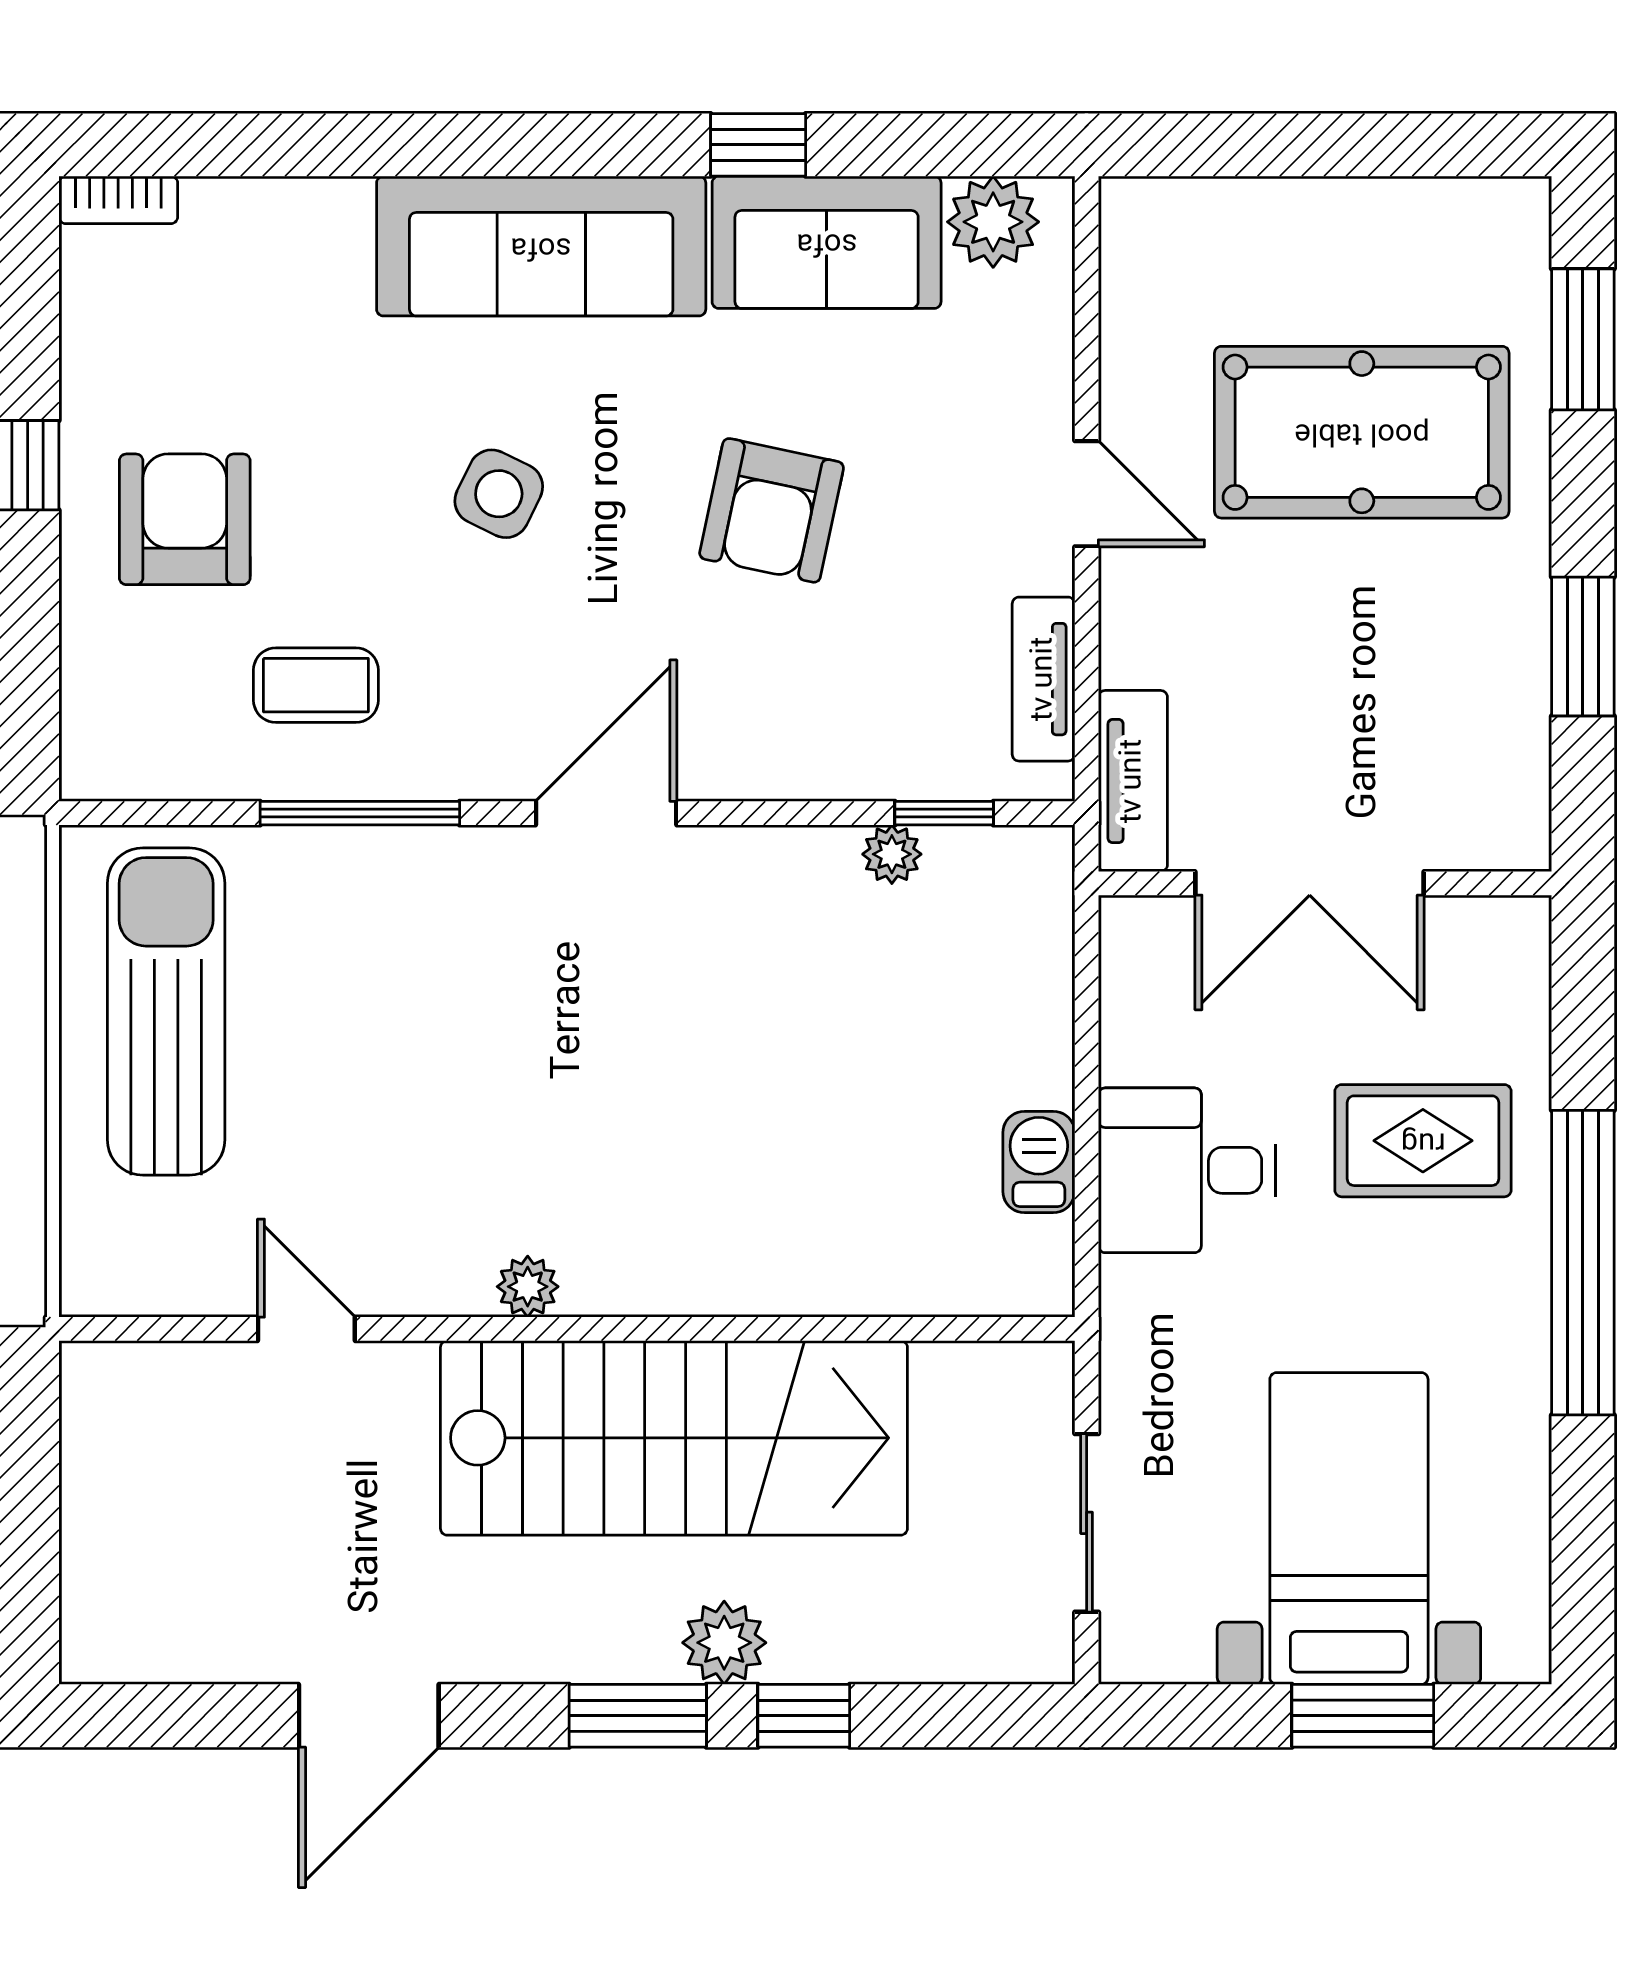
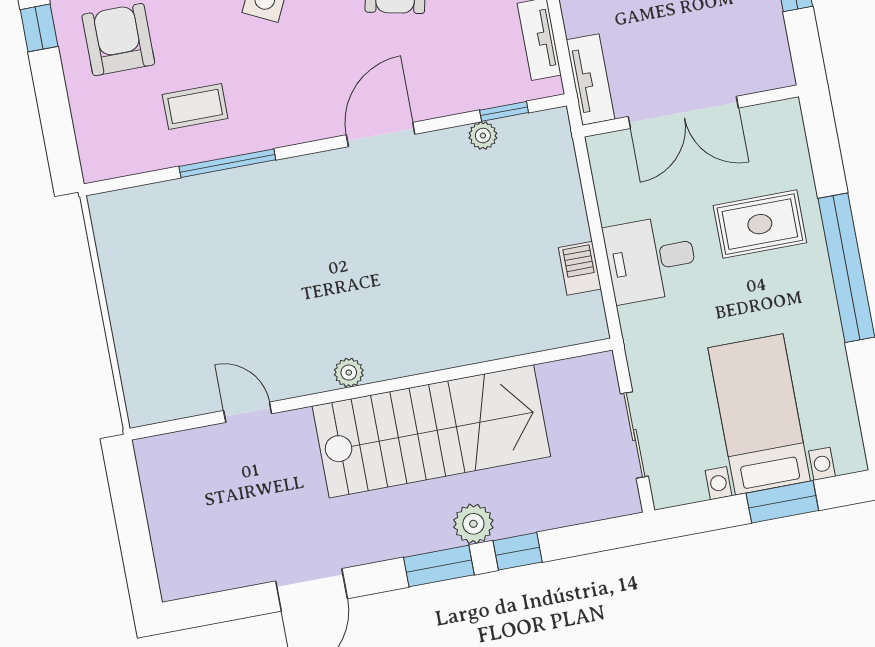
door: (606, 813) -> (381, 134), moved
sun lounger: (166, 1012) -> (153, 274), removed

